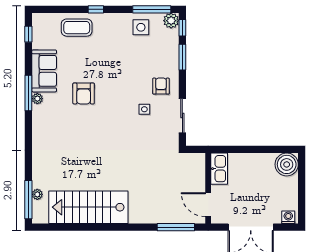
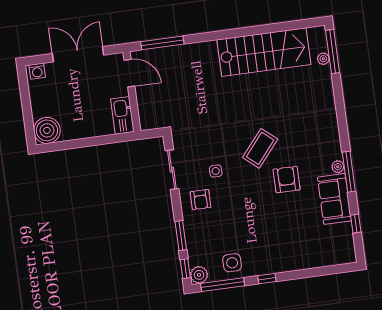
window: (96, 9) -> (267, 279), moved
coffee table: (77, 28) -> (260, 148), moved, turned -50
window: (28, 34) -> (356, 224), moved

